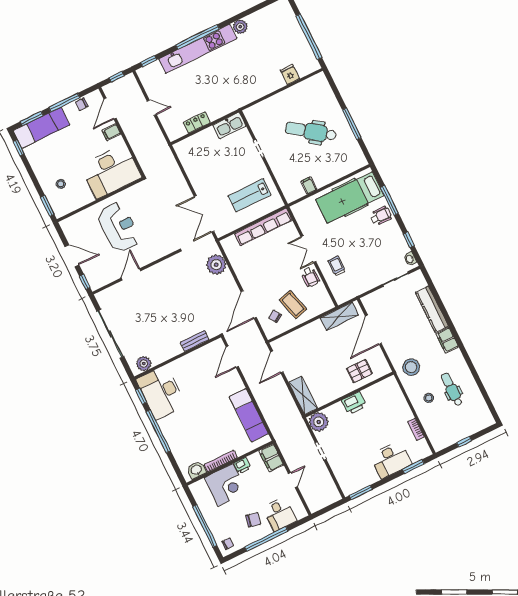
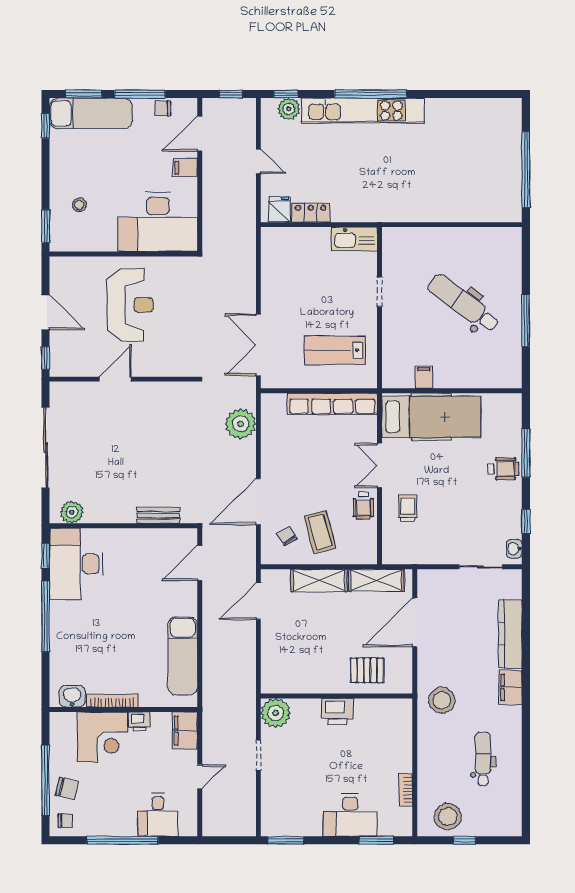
plant: (240, 27) -> (289, 109), moved
fridge: (290, 74) -> (280, 209), moved
hospital bed: (350, 197) -> (431, 417), moved, turned 180
shelving: (303, 395) -> (319, 580), moved, turned 90
stool: (429, 398) -> (448, 817), moved, width x1.89, depth x1.89
chair: (253, 520) -> (67, 788), moved

